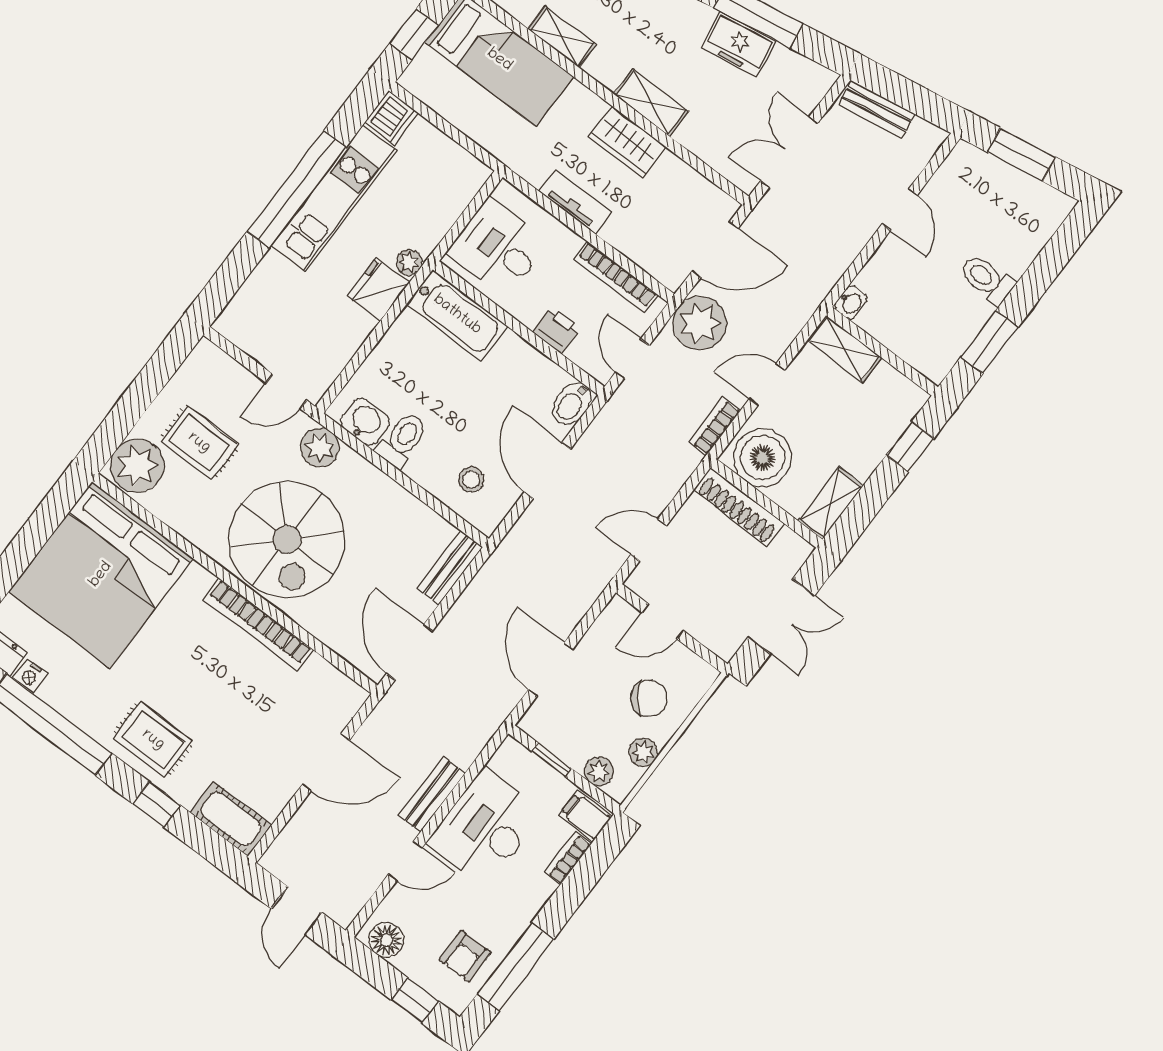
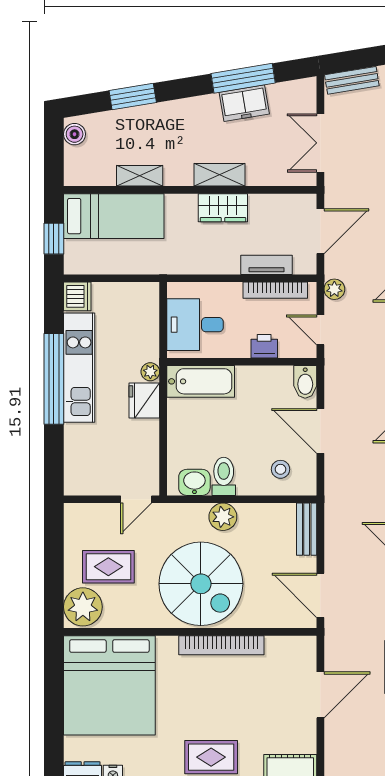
tv unit: (575, 202) -> (267, 265), moved
plant: (699, 323) -> (334, 289), width x0.53, depth x0.53
plant: (320, 447) -> (223, 517), moved

